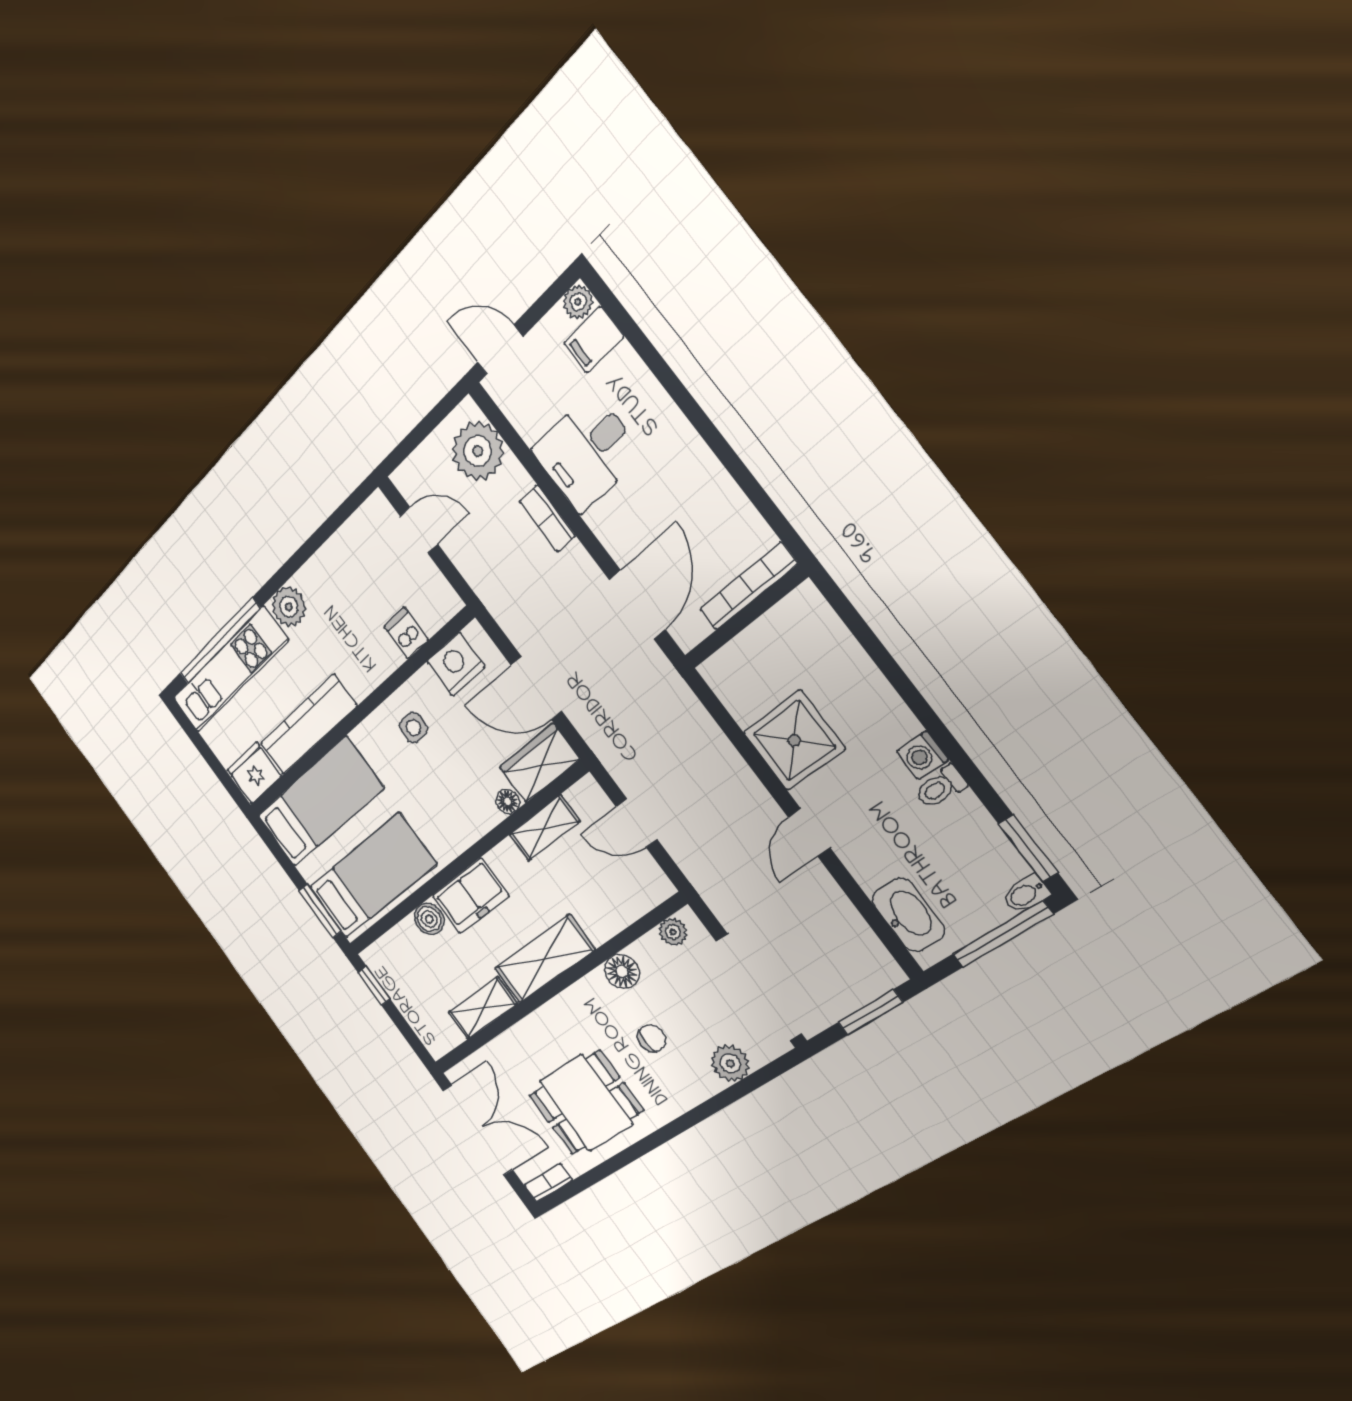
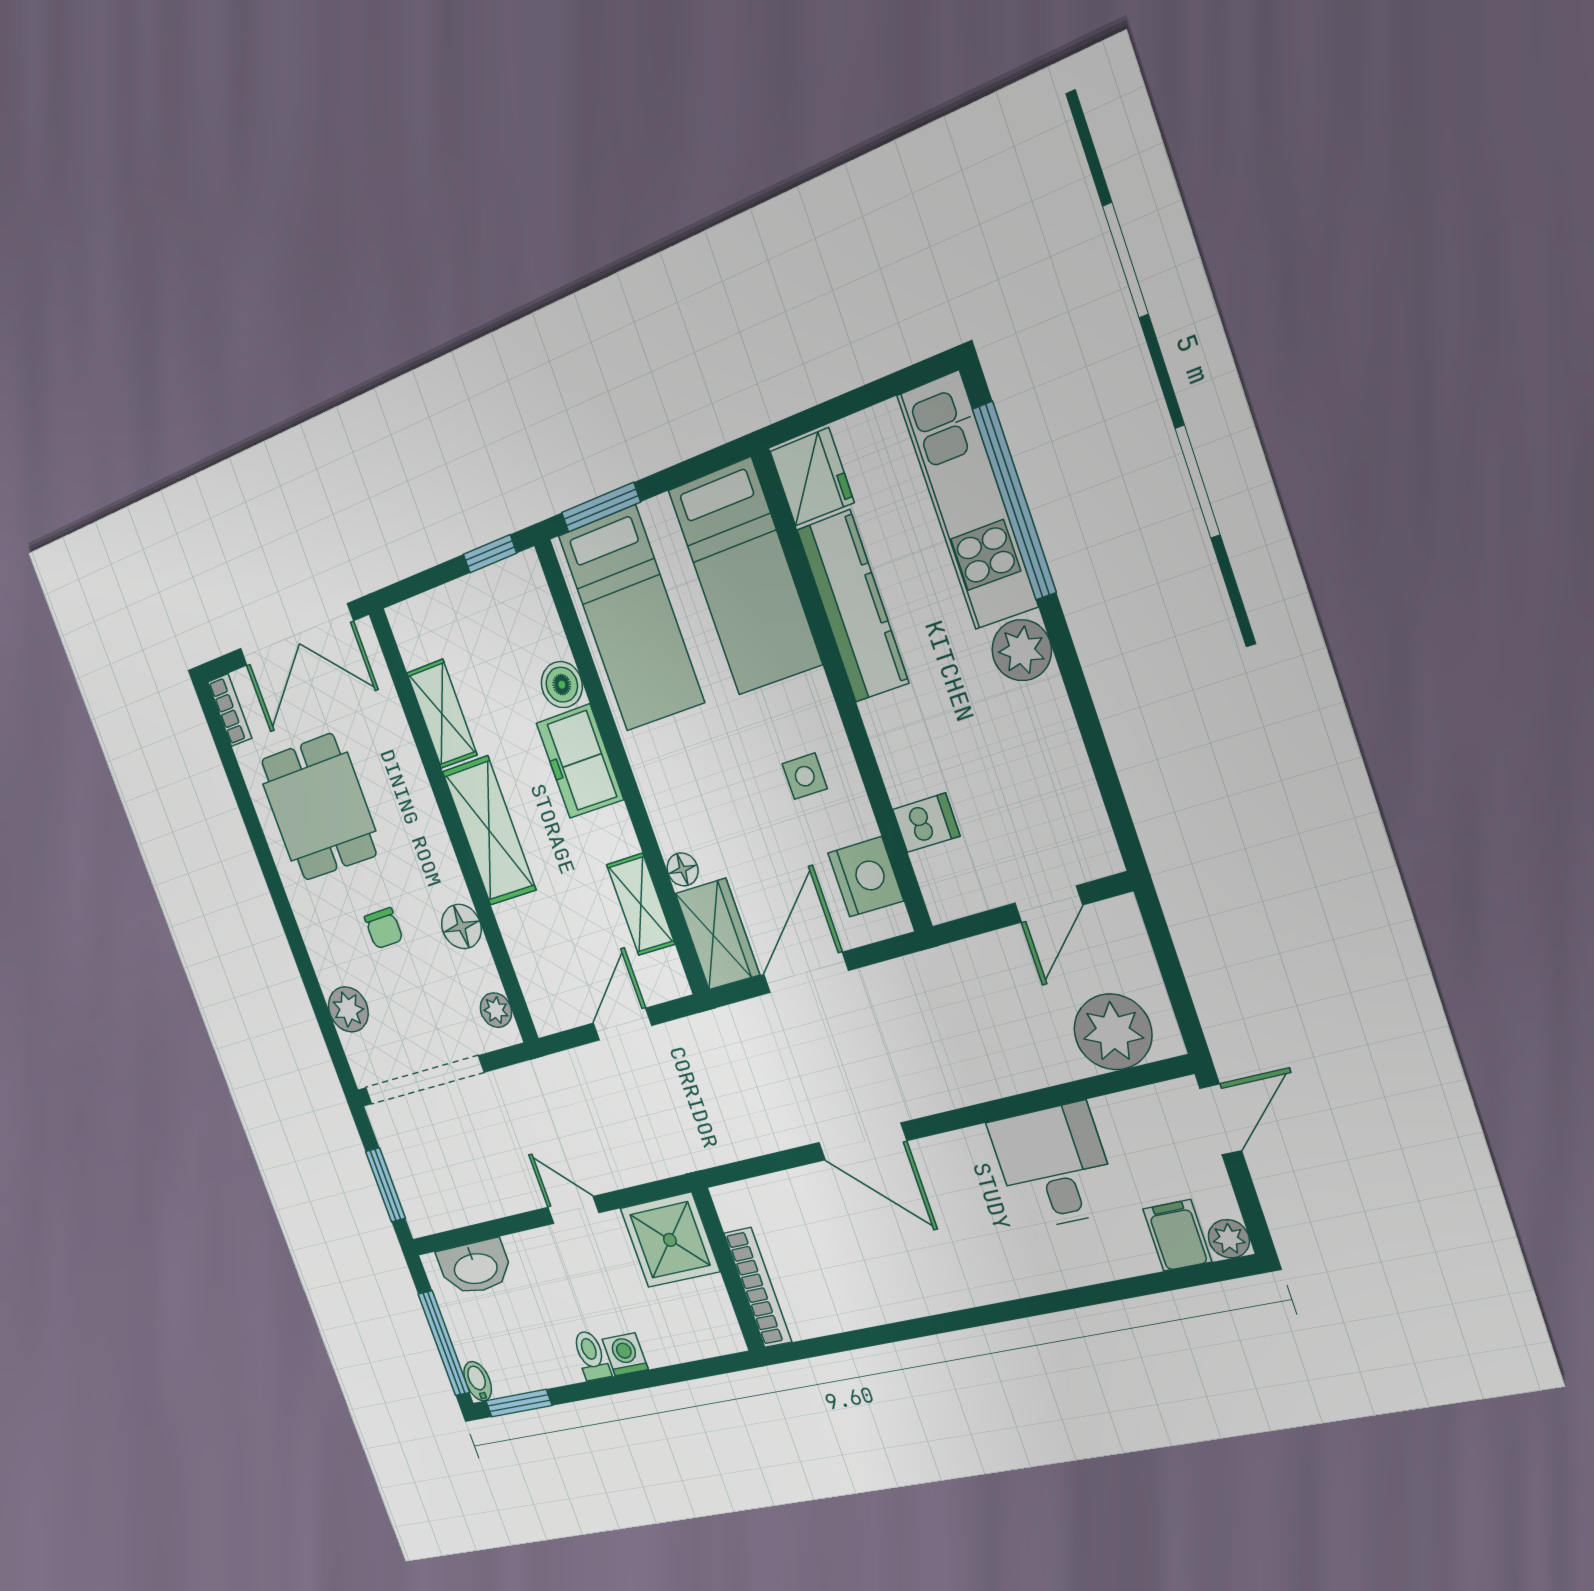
bookcase: (547, 518) -> (998, 1082), removed
bookcase: (748, 587) -> (758, 1288), moved
wall: (745, 617) -> (728, 1270), moved

